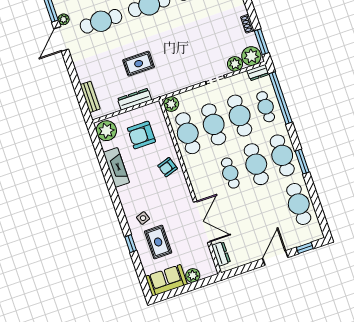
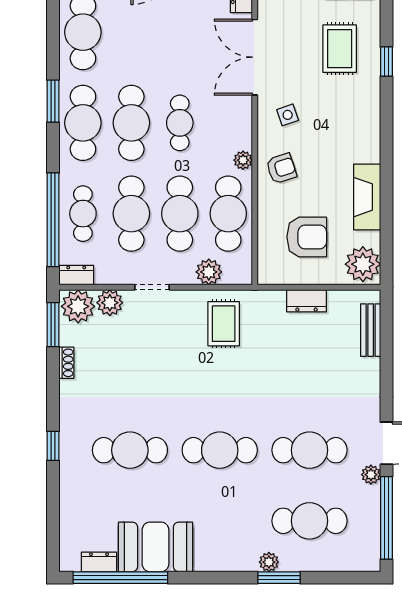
rug: (139, 64) -> (224, 324), moved, turned 90
dresser: (135, 99) -> (307, 301), width x0.70
plant: (171, 104) -> (209, 272), moved
plant: (190, 165) -> (243, 160), added
side table: (143, 218) -> (288, 115), moved

